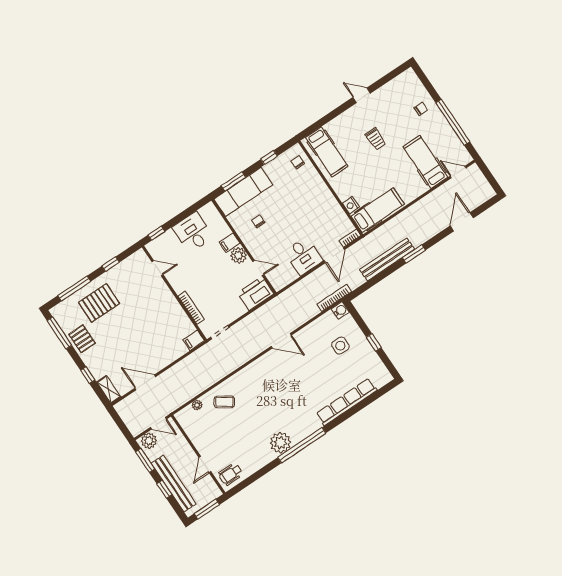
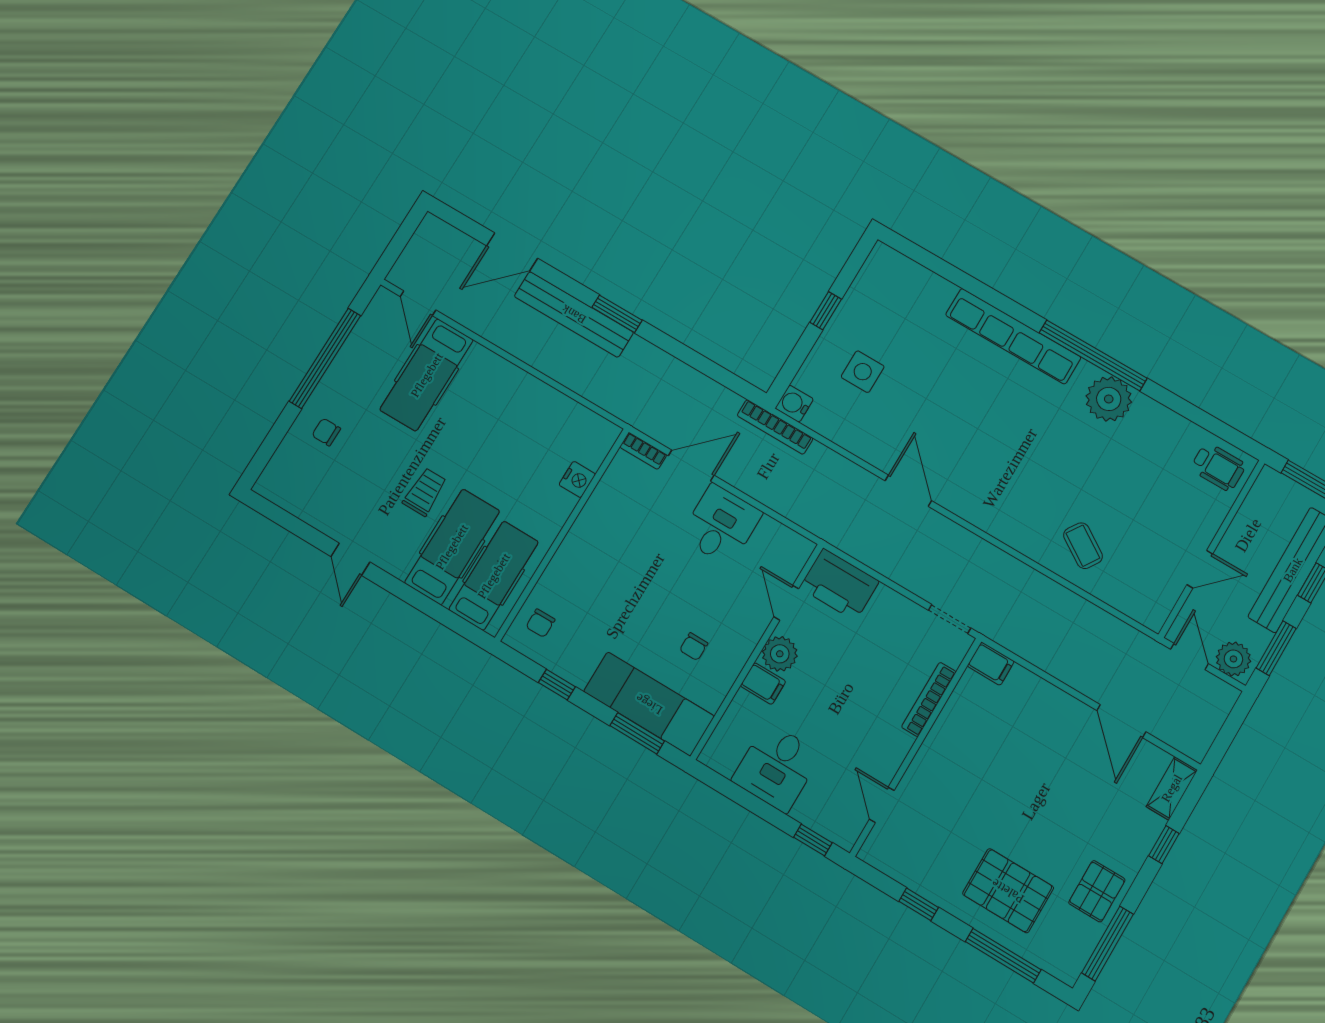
hospital bed: (378, 210) -> (452, 547), moved, turned 90
bench: (387, 259) -> (574, 314), moved
row of seats: (347, 402) -> (1013, 336), moved
plant: (197, 405) -> (1116, 597), removed
door: (205, 465) -> (1200, 569), moved

